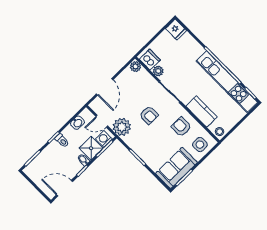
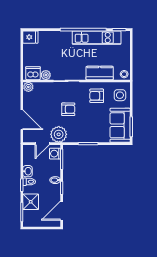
kitchen unit: (227, 82) -> (97, 38), width x0.73
washbasin: (77, 123) -> (27, 171), moved
shower: (91, 148) -> (31, 202), moved

